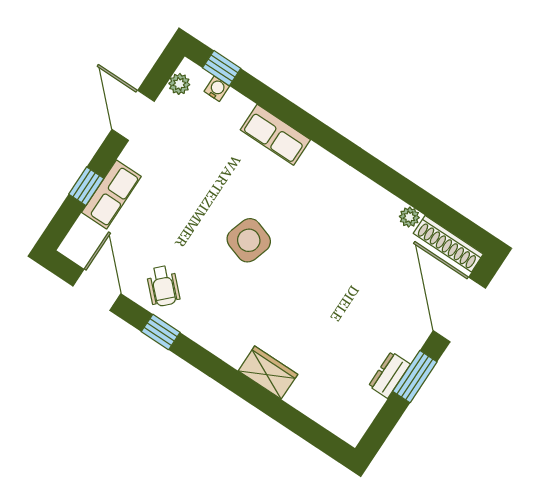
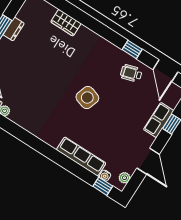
row of seats: (275, 135) -> (81, 157), width x1.48
wheelchair: (163, 286) -> (131, 73), turned -62
wardrobe: (268, 373) -> (66, 23), moved

